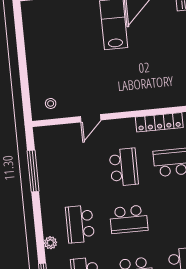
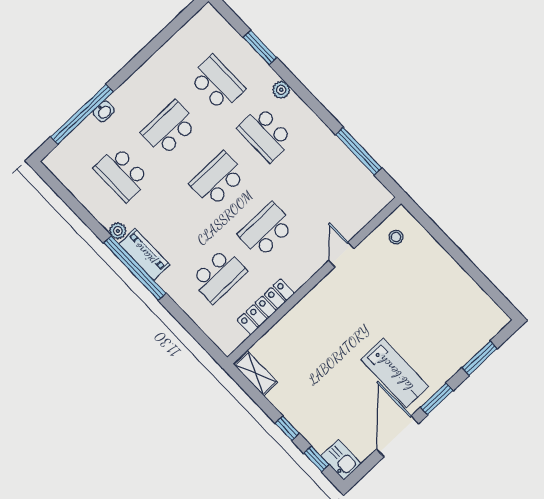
school desk: (124, 167) -> (266, 230), turned 90
school desk: (80, 224) -> (265, 134), turned 180

